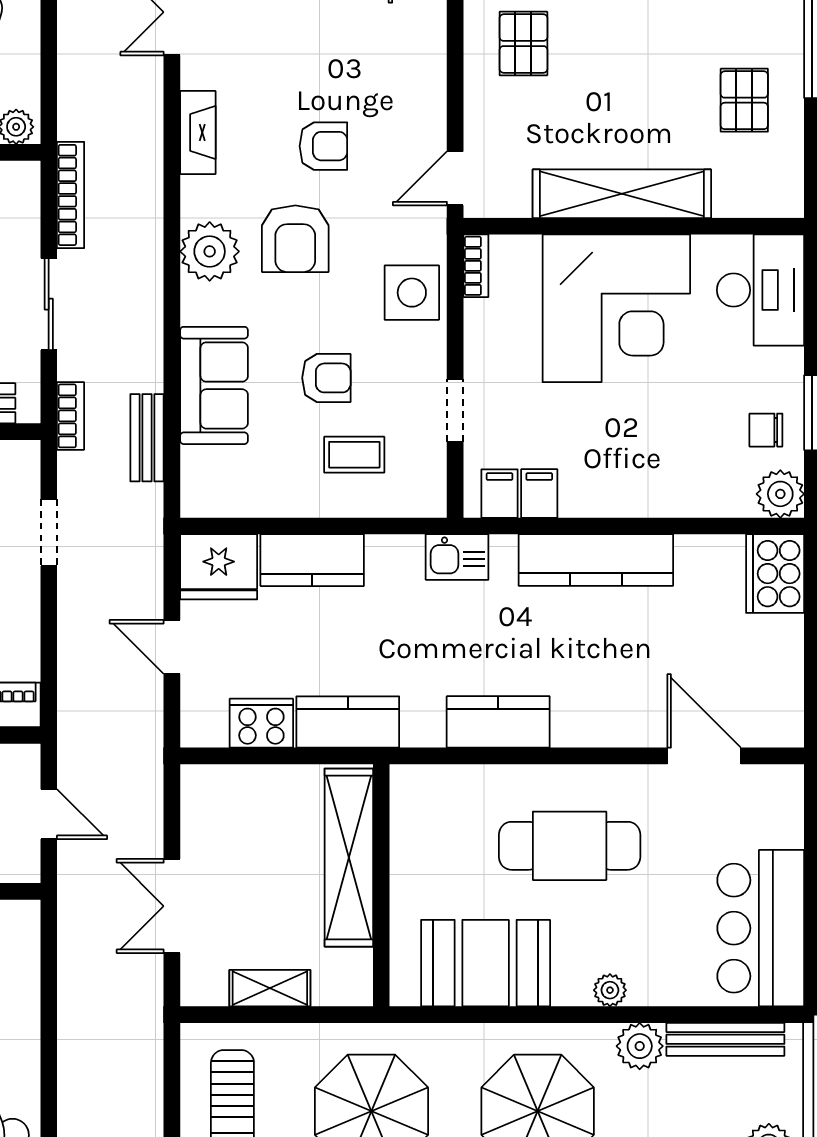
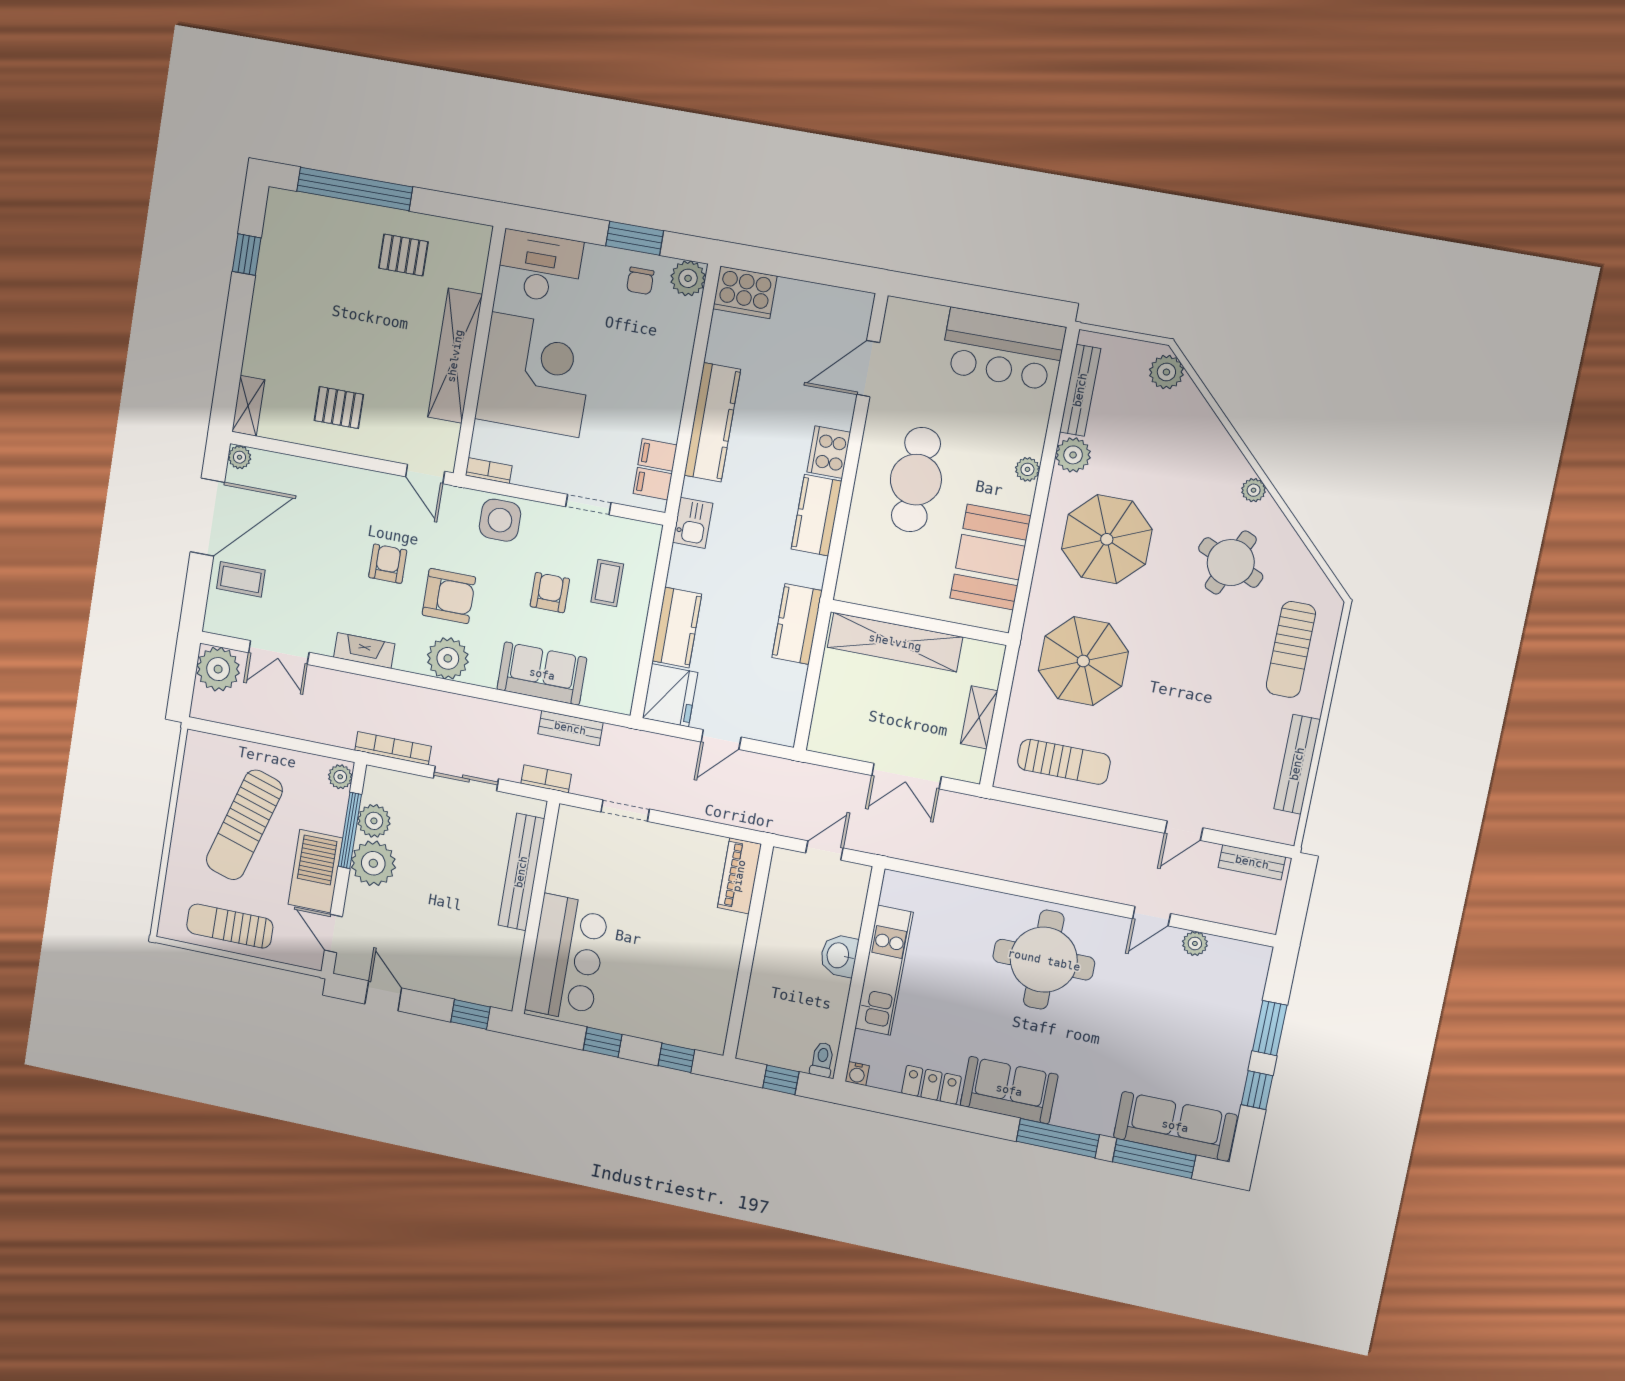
cooker: (261, 723) -> (829, 452), moved

